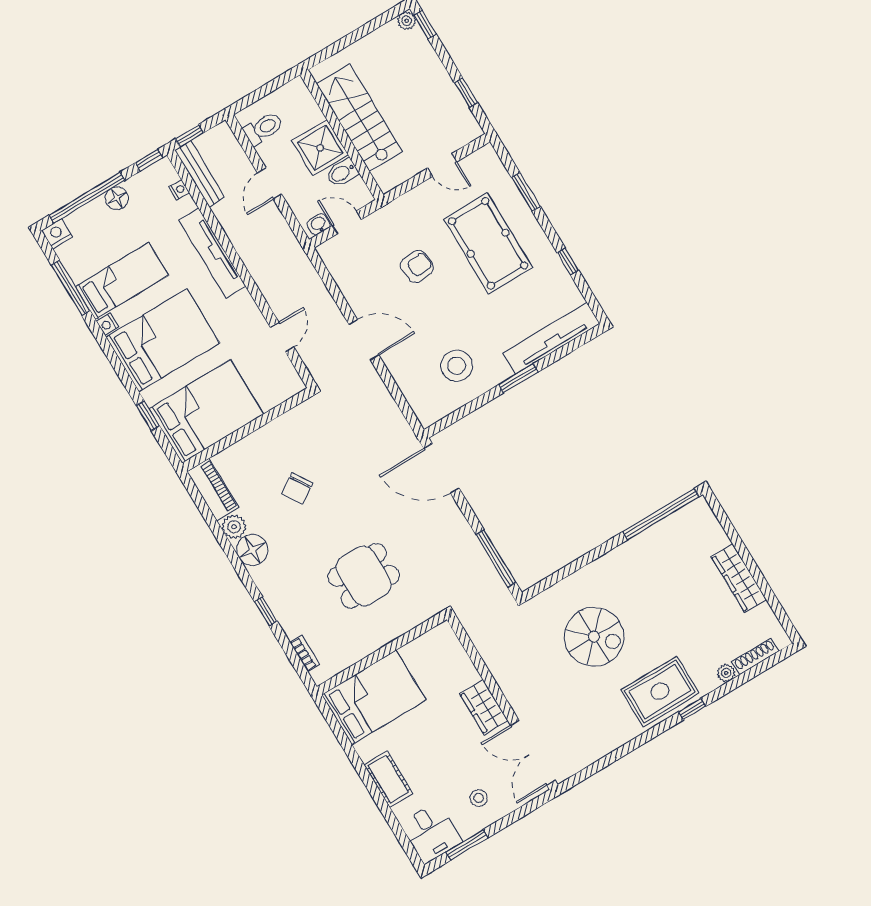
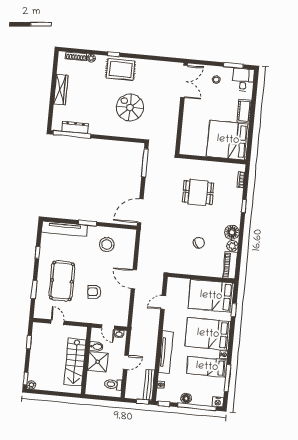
door: (441, 468) -> (140, 211), swing flipped
dresser: (664, 530) -> (75, 127), added
bed: (374, 697) -> (228, 140), width x1.36
wardrobe: (484, 707) -> (190, 112), removed

